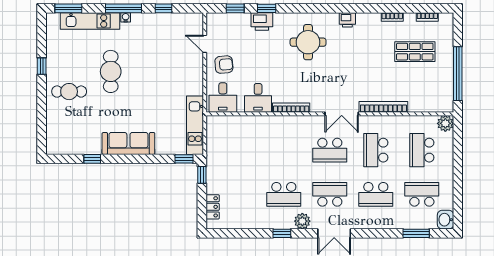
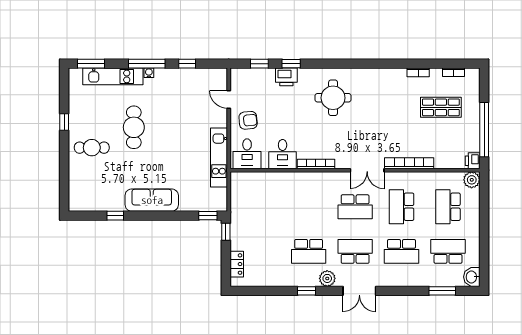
printer: (347, 20) -> (473, 161), moved, turned 90
kitchen unit: (195, 125) -> (219, 158), moved

